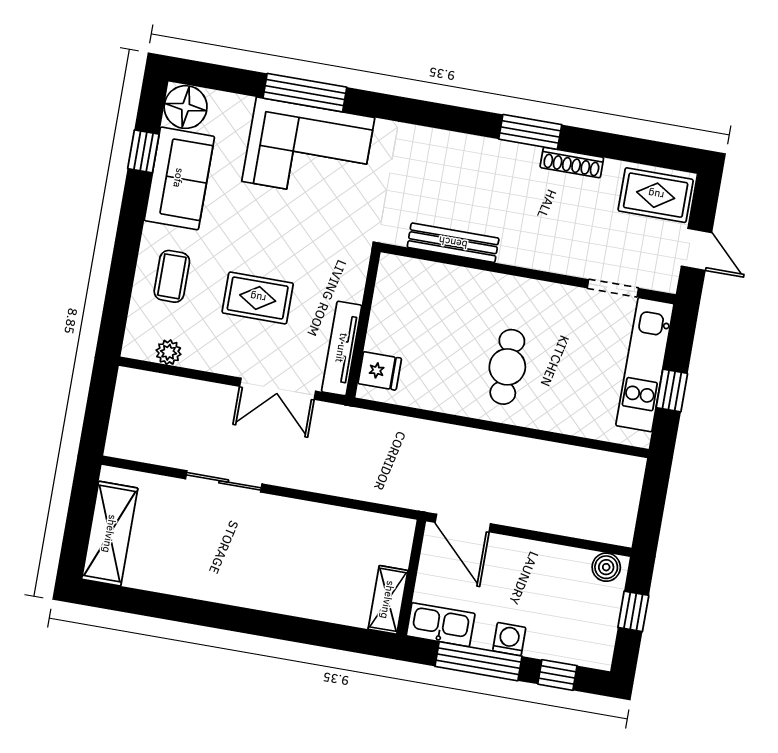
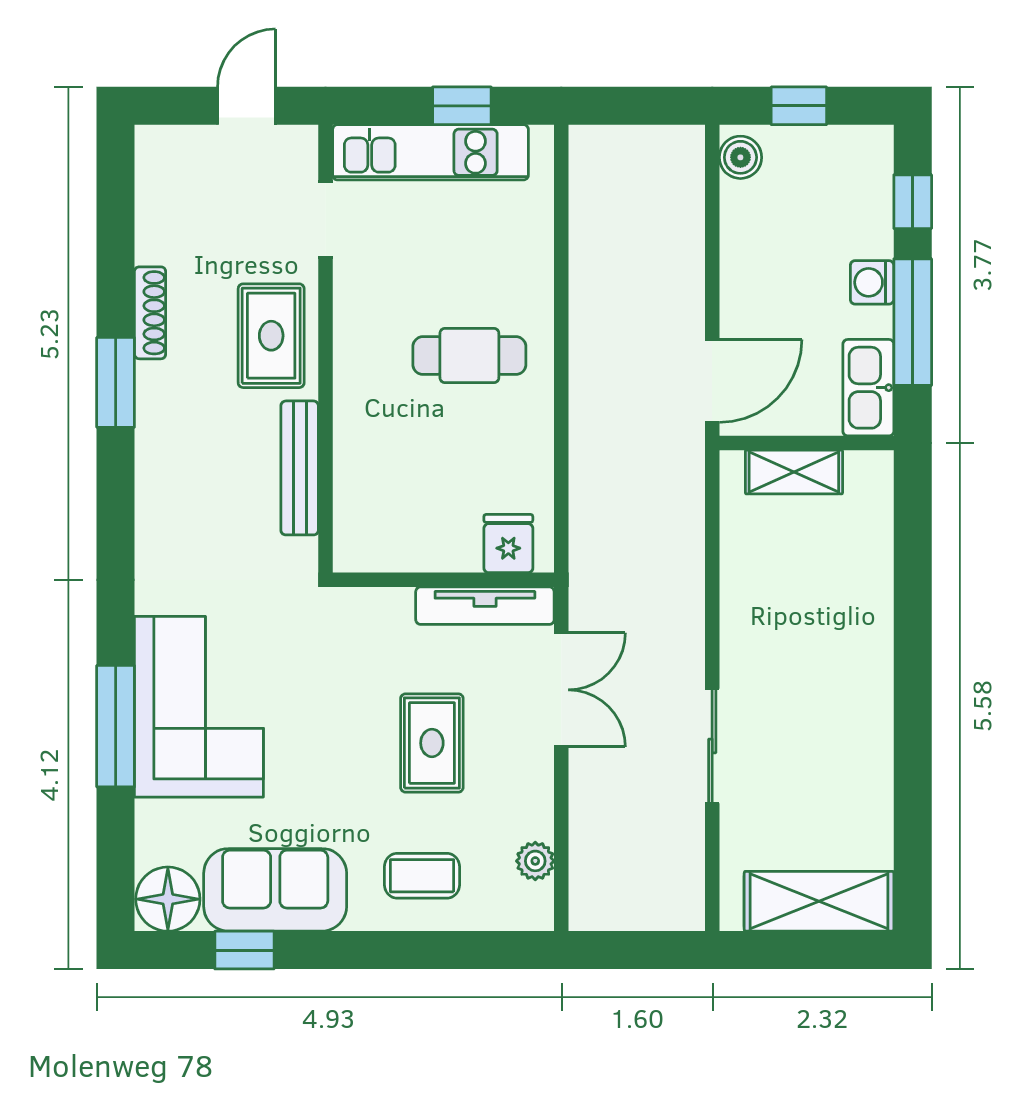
rug: (656, 195) -> (271, 336), moved
shelving: (388, 600) -> (794, 472), moved

